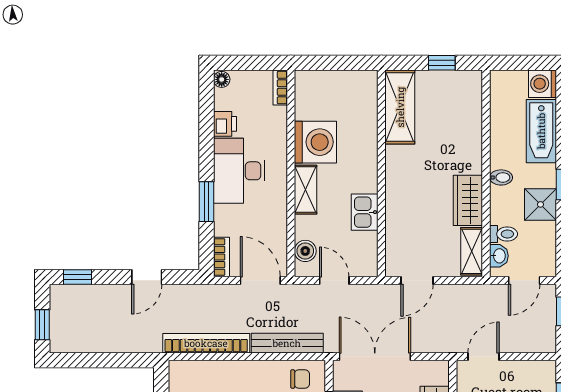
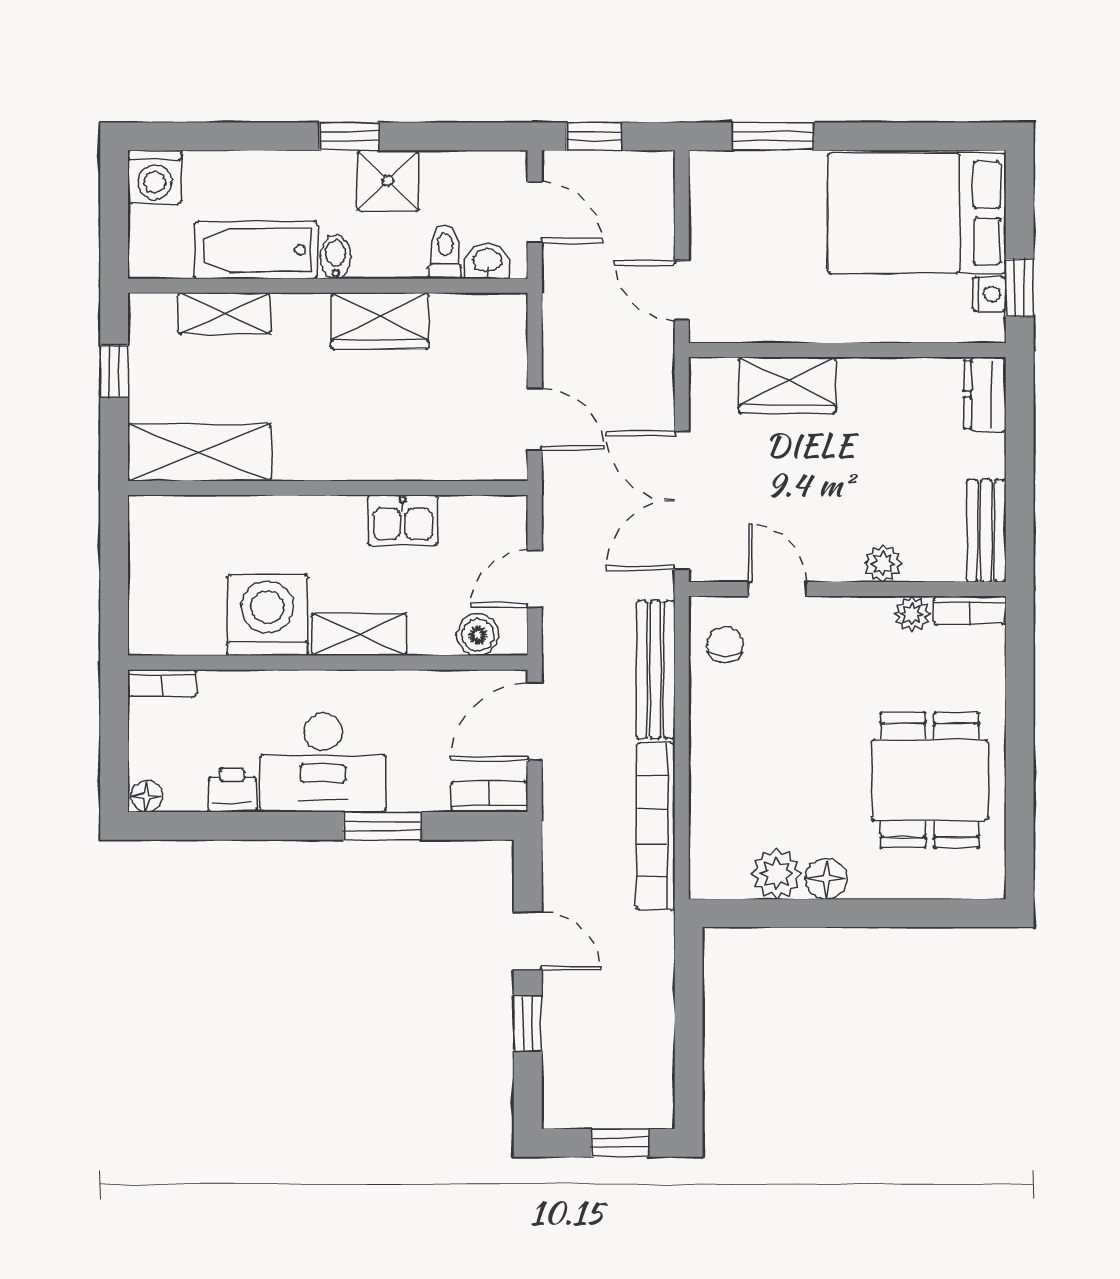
bathtub: (541, 131) -> (256, 250), moved, turned 180
shelving: (472, 251) -> (224, 313), moved
window: (77, 277) -> (528, 1023), moved

